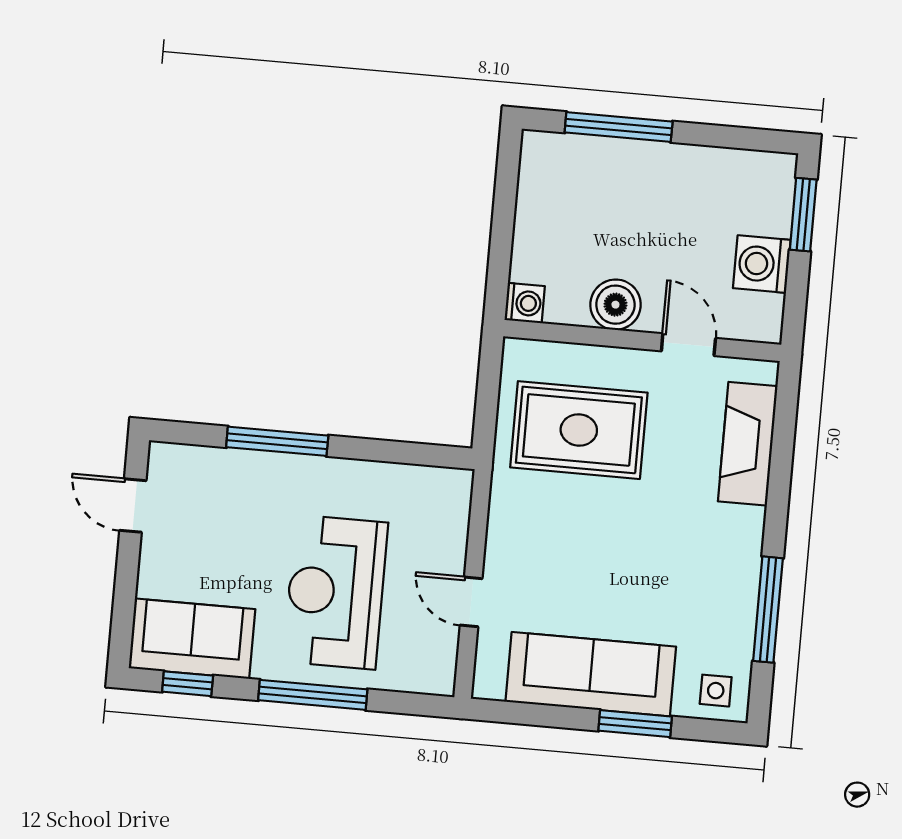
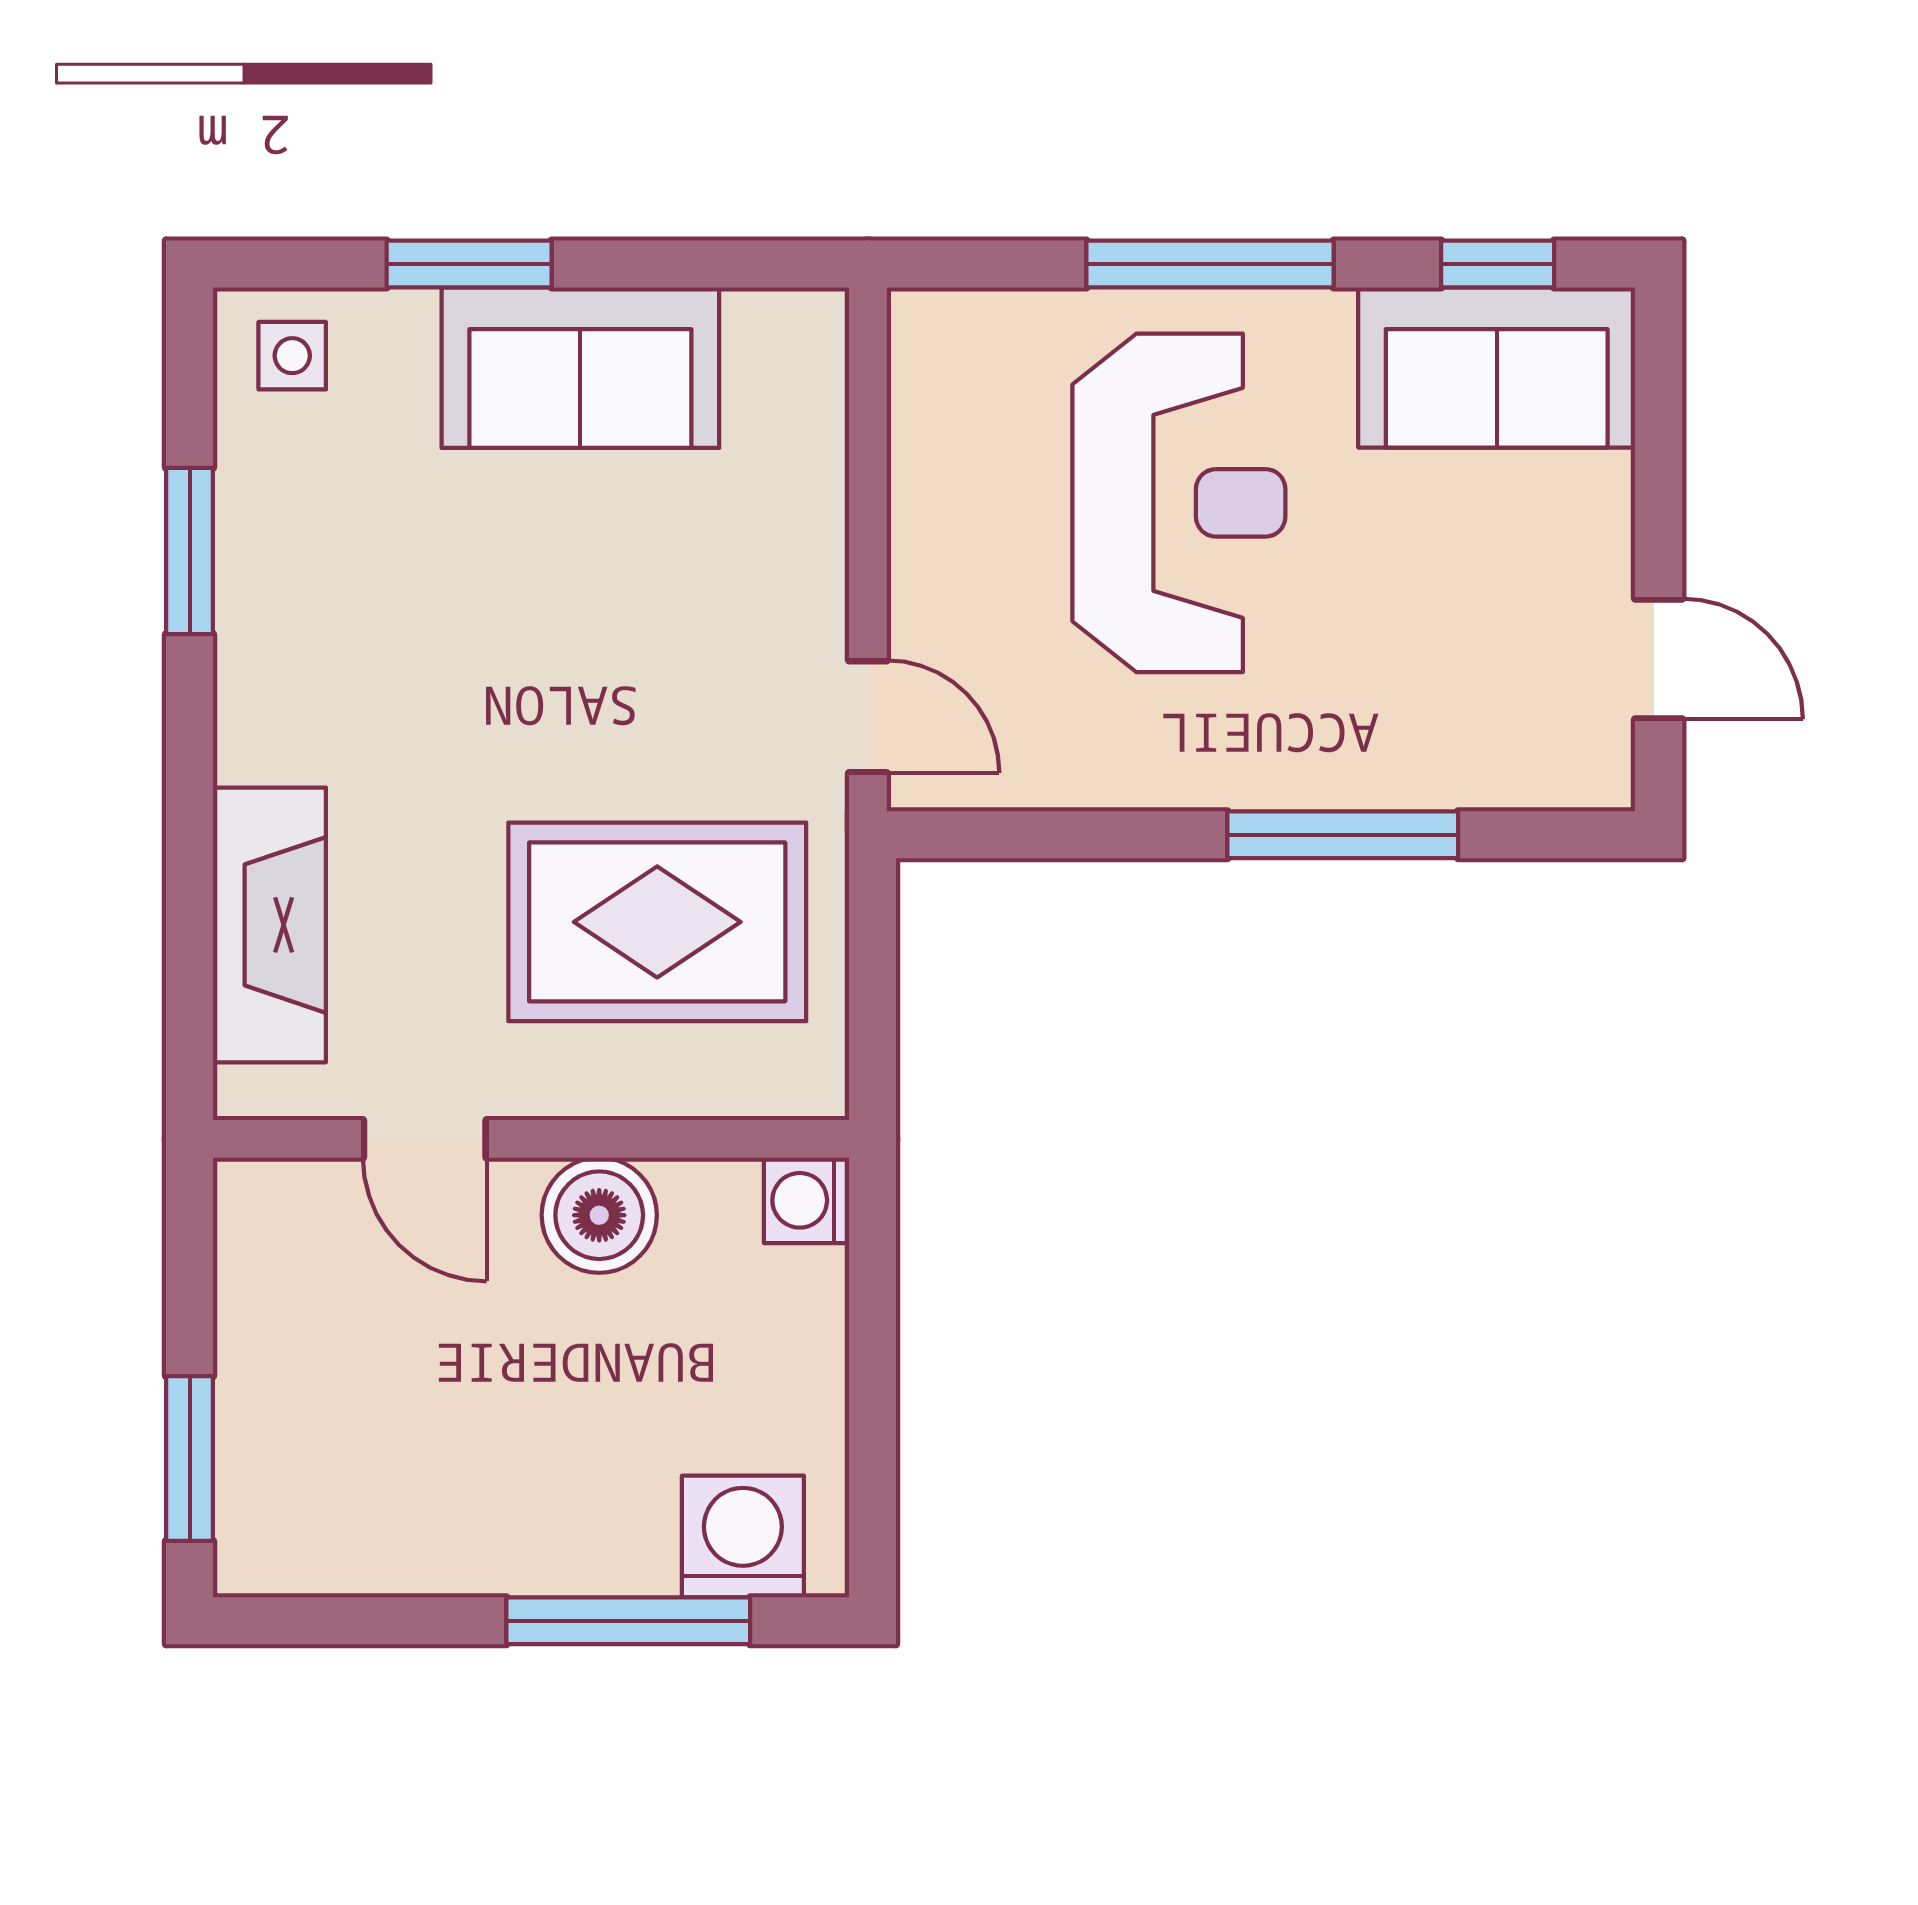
washing machine: (762, 264) -> (743, 1537), moved, turned -90
door: (471, 602) -> (868, 717), moved
window: (768, 610) -> (190, 551), width x0.69
sofa: (591, 674) -> (580, 368), width x0.73

